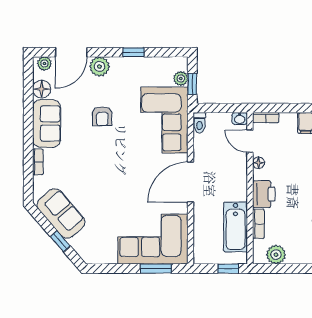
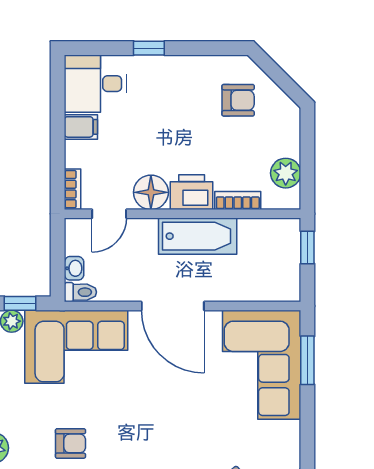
washbasin: (240, 119) -> (74, 268), moved
floor lamp: (258, 163) -> (151, 192), width x1.89, depth x1.89
bathtub: (236, 227) -> (198, 236), moved

